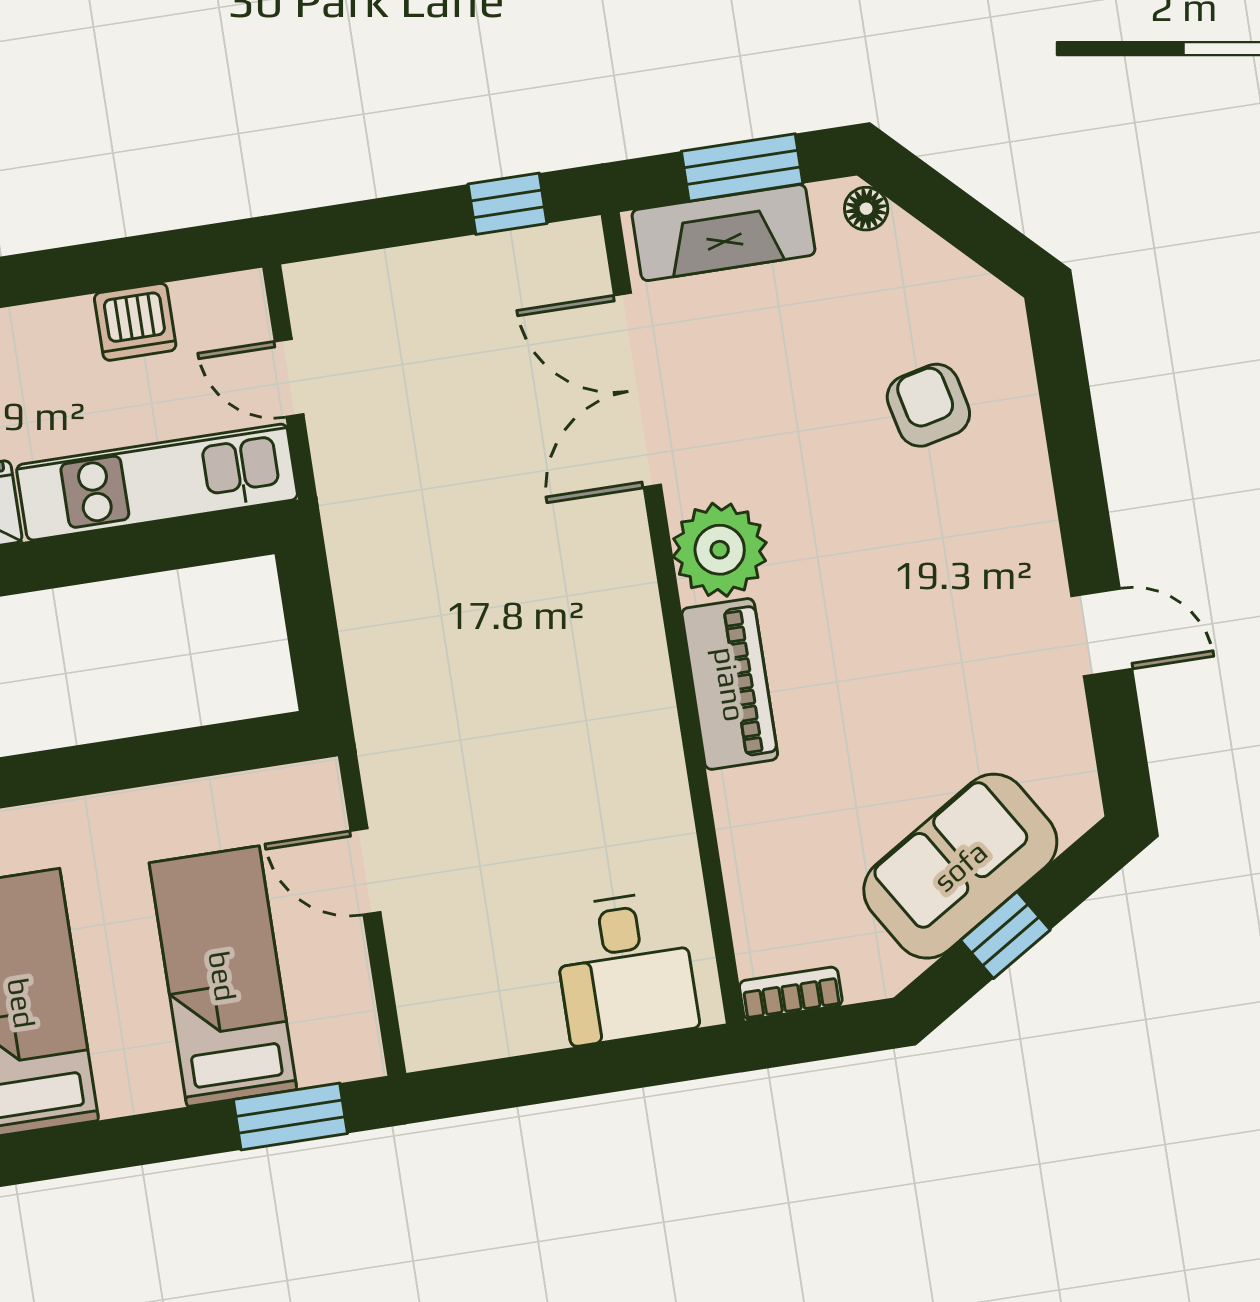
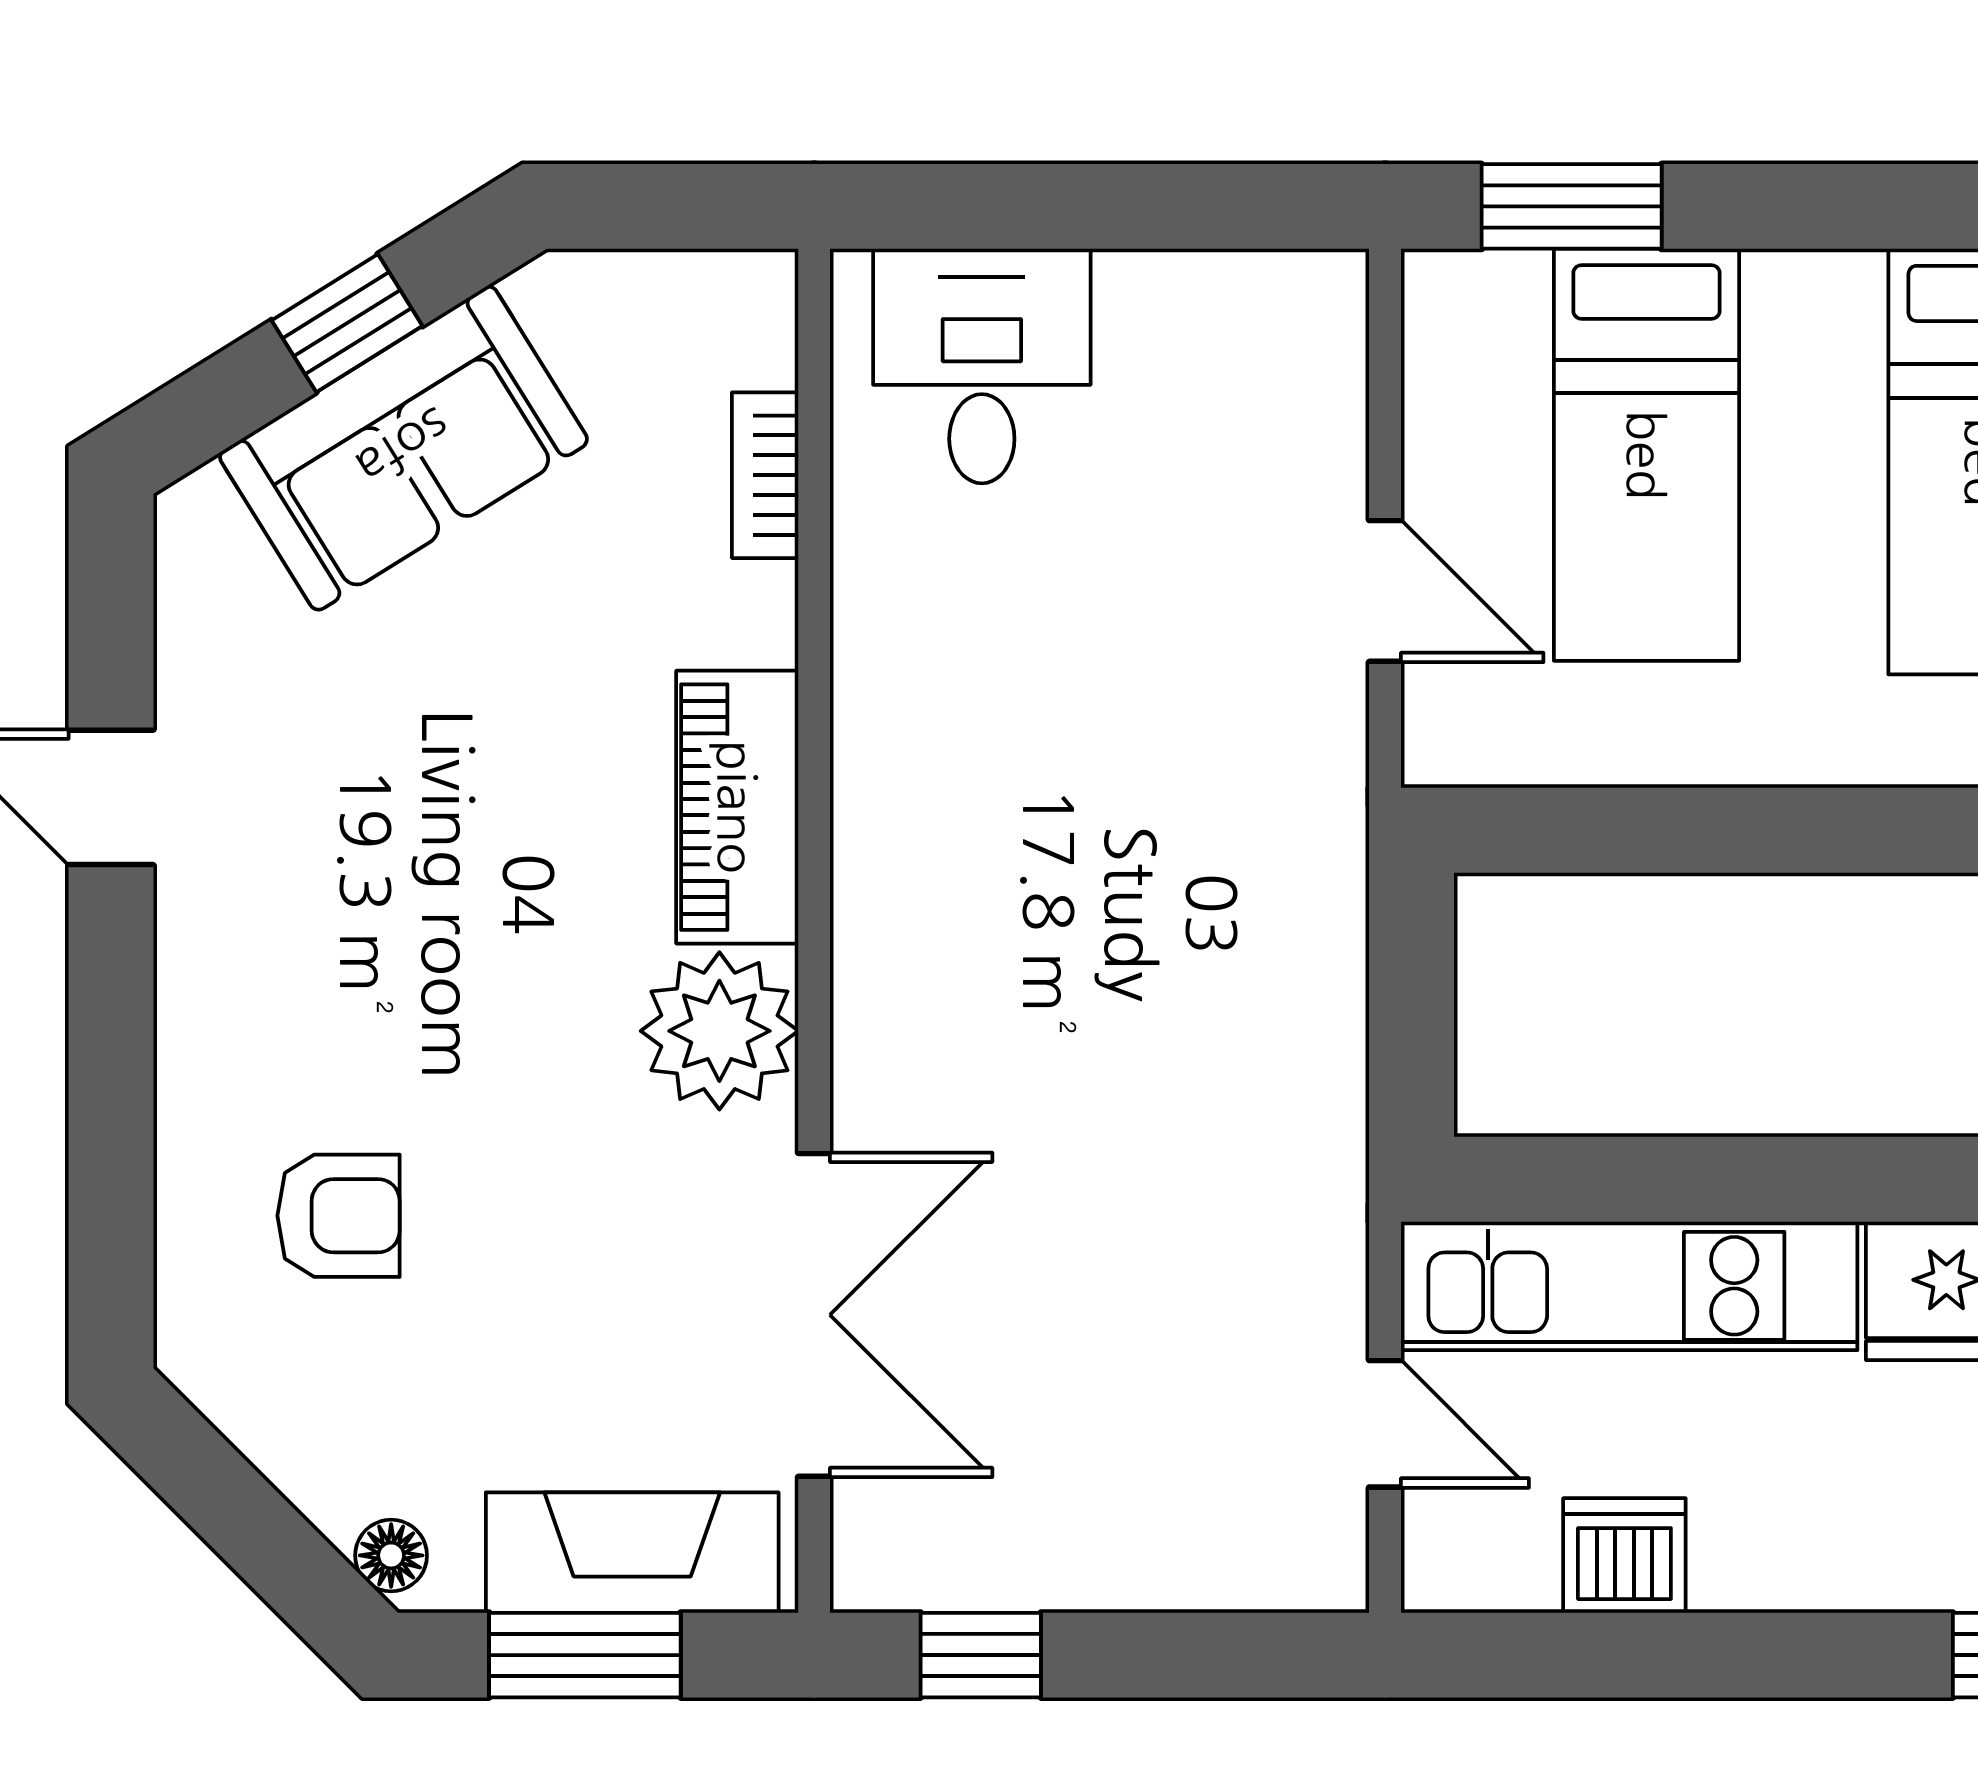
armchair: (928, 405) -> (339, 1216), turned -77
bookcase: (791, 993) -> (765, 475), moved, turned 90

